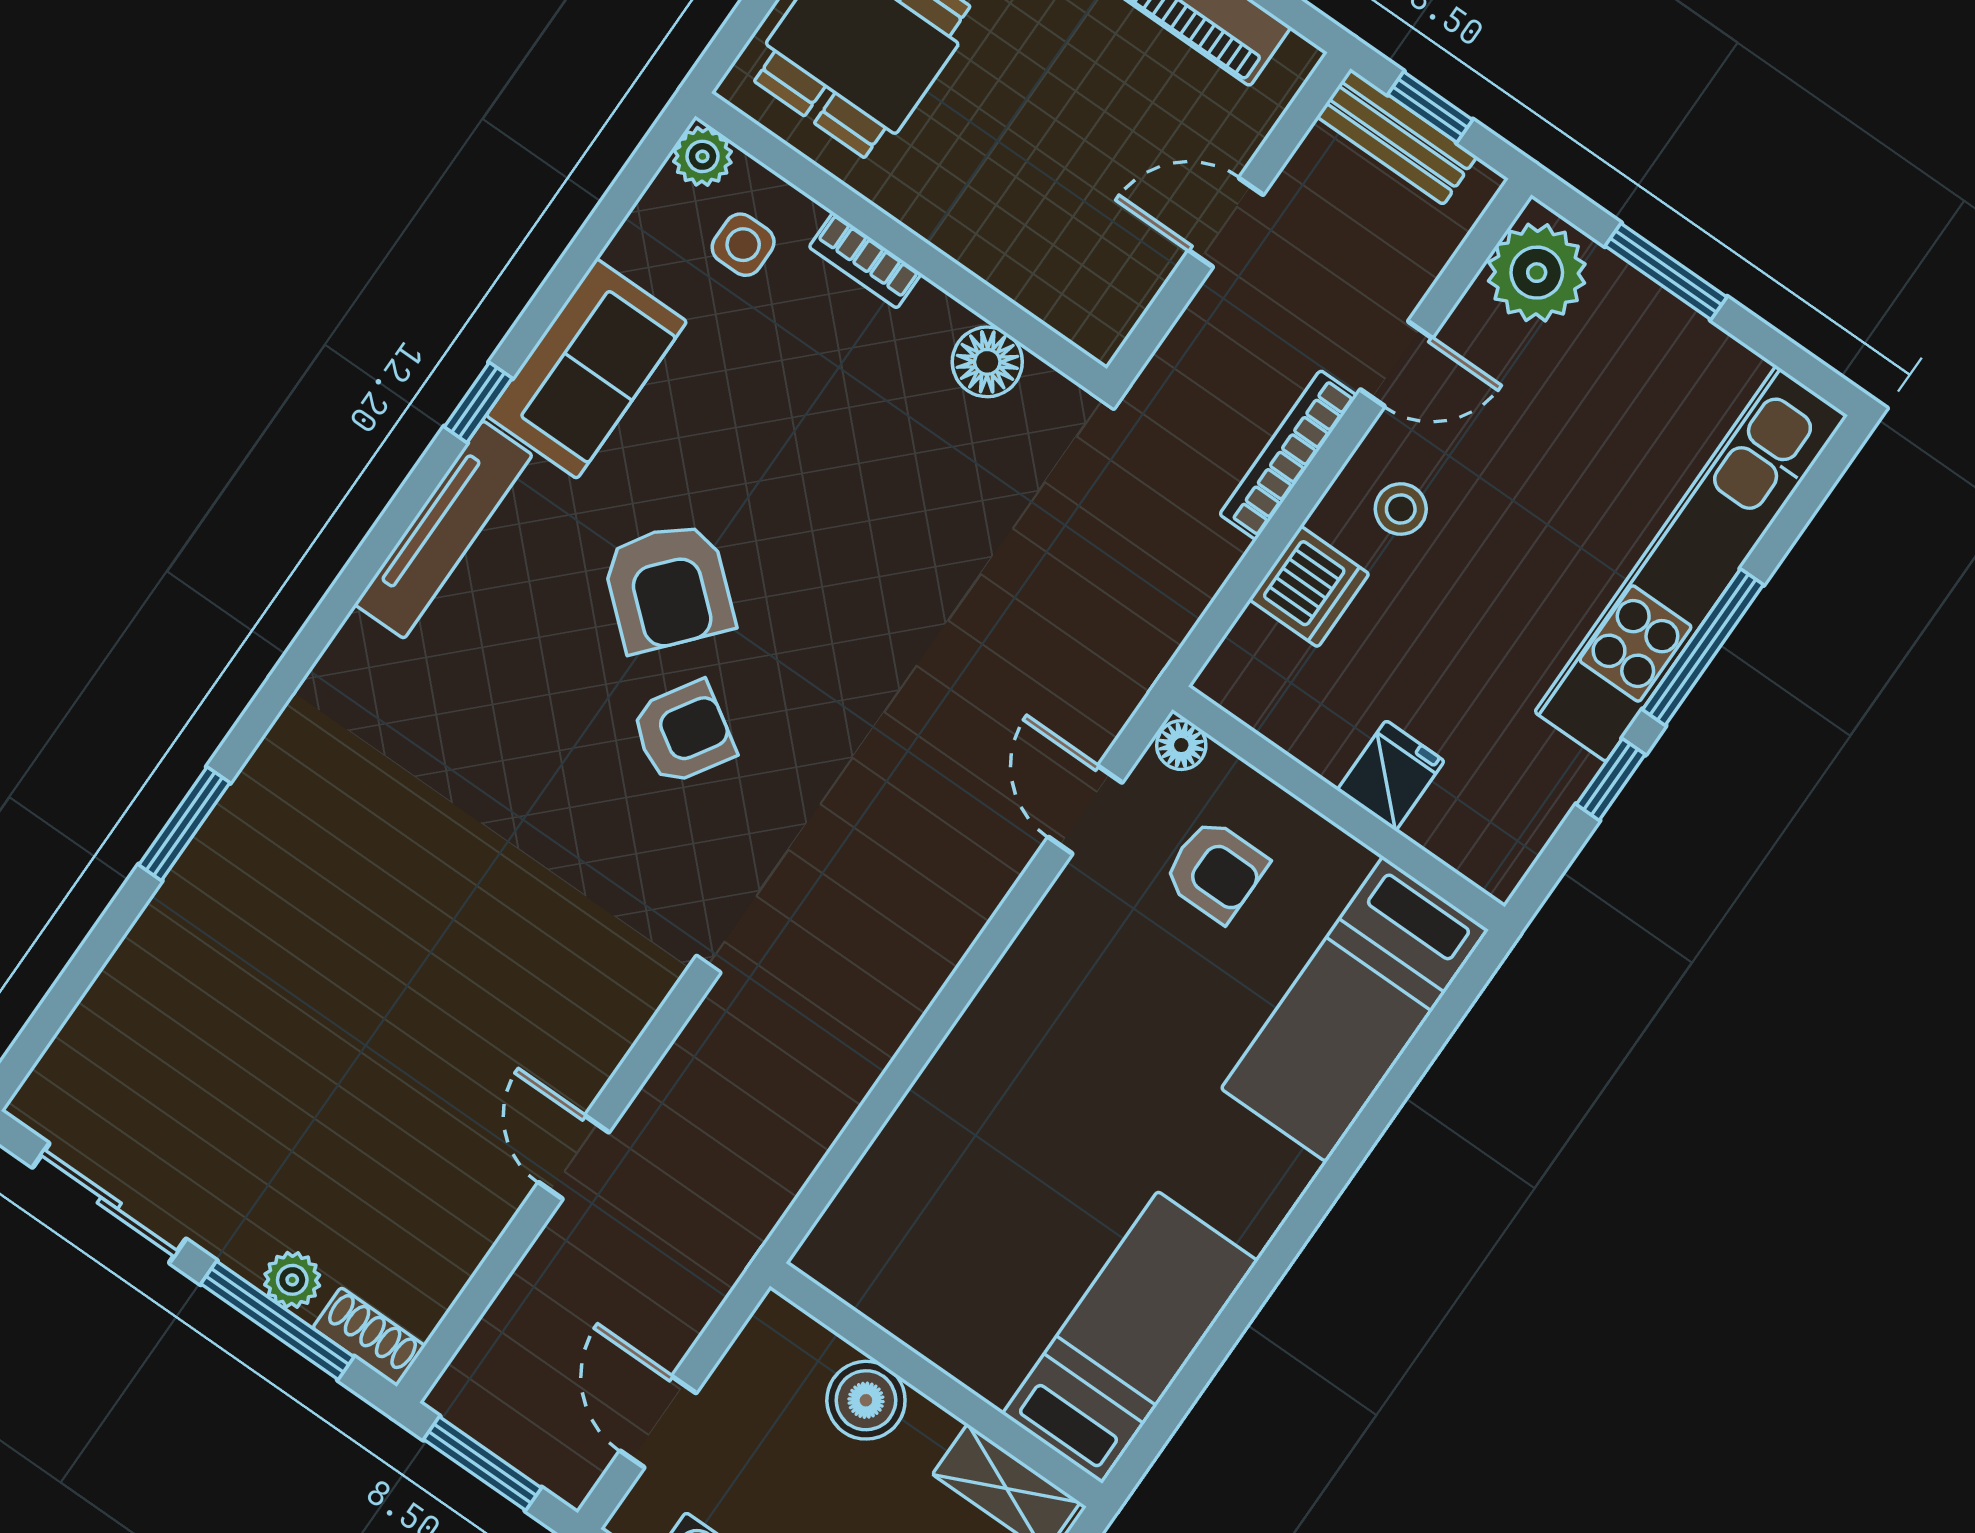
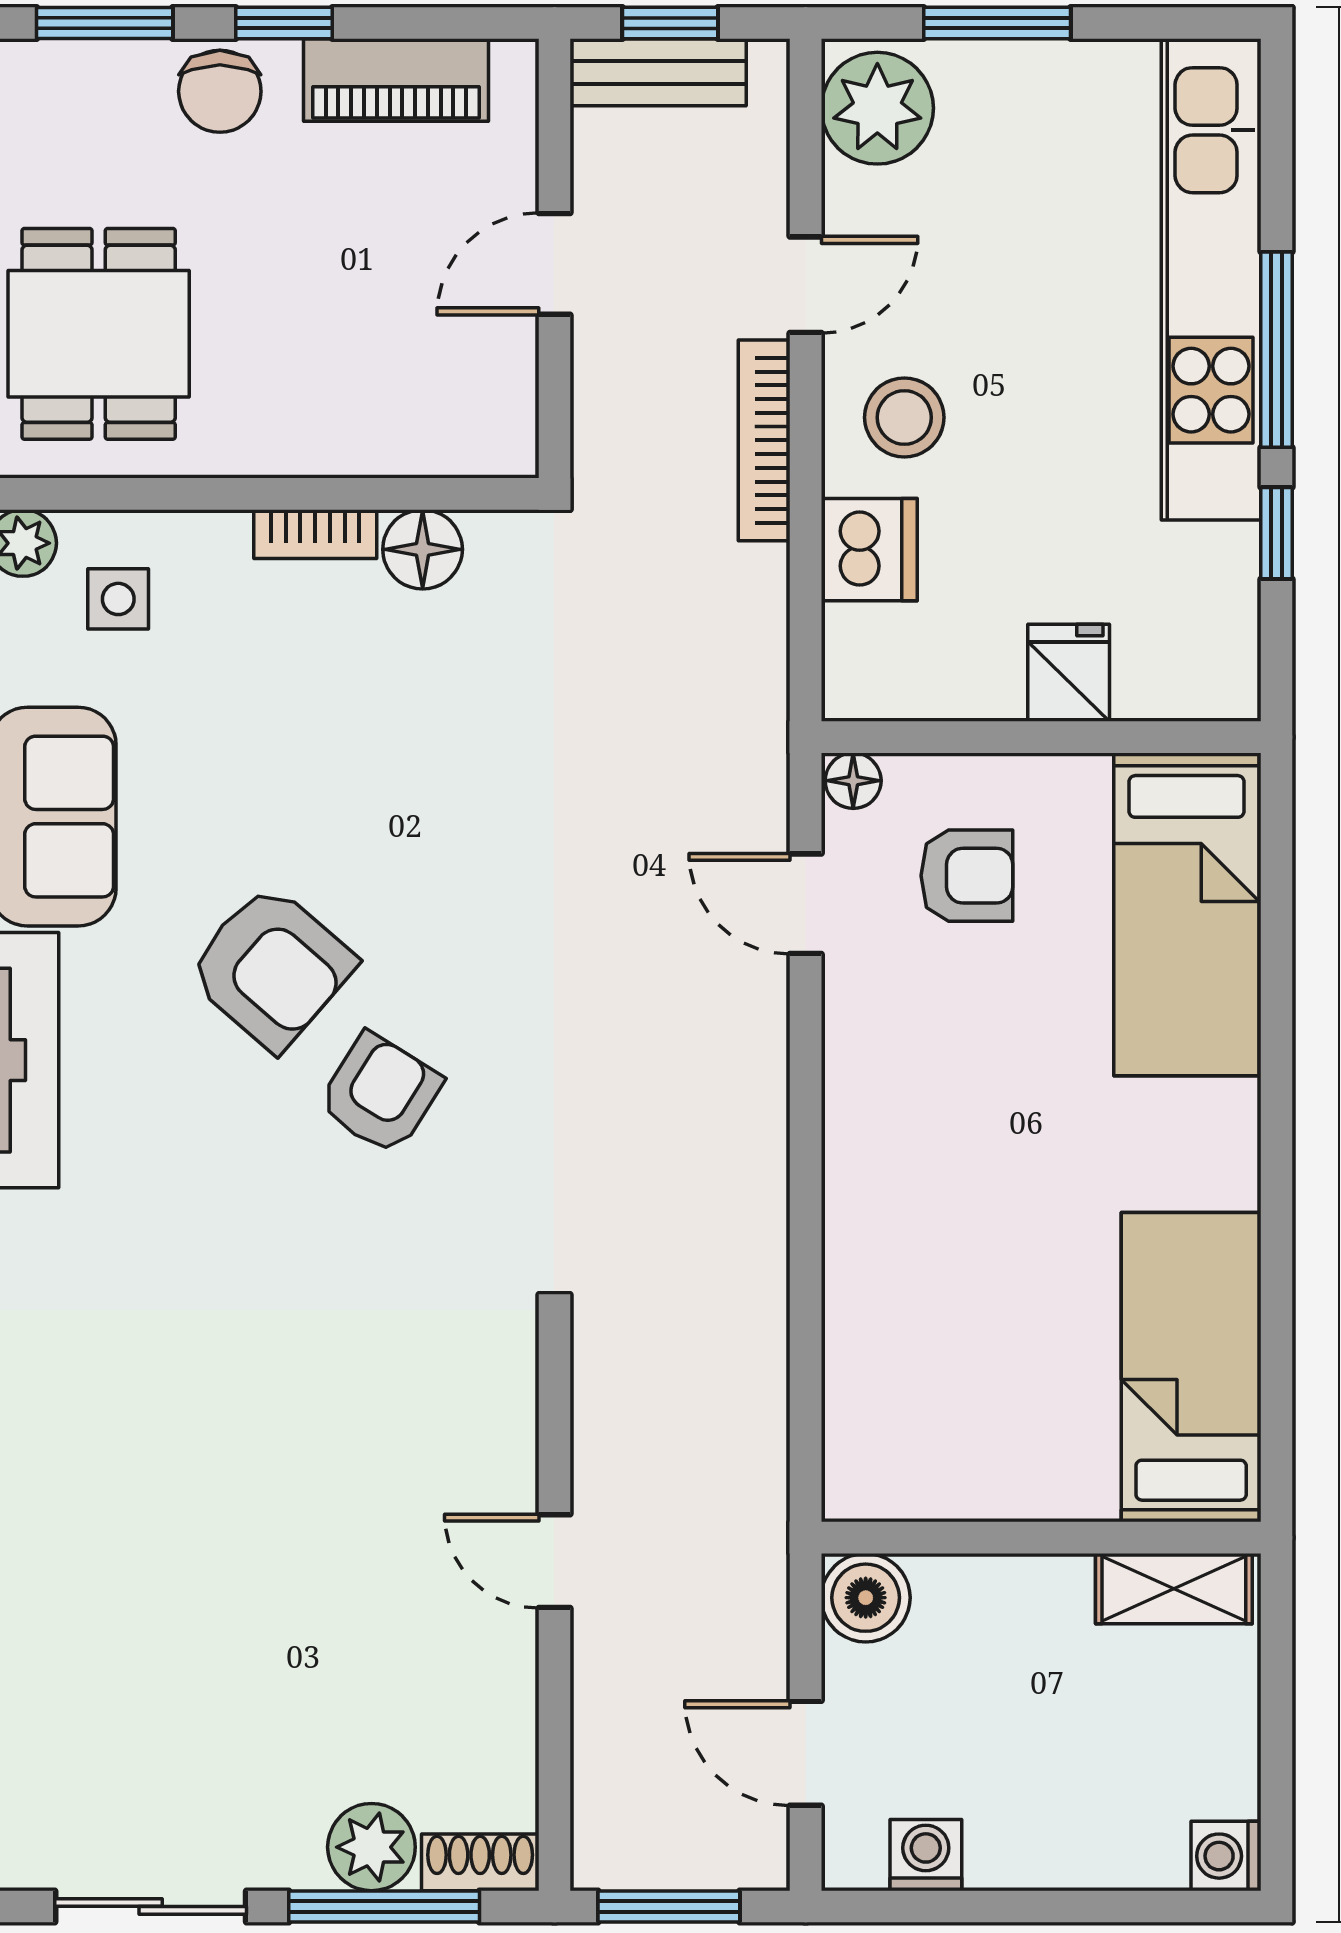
bookcase: (865, 260) -> (315, 534), moved
stool: (1401, 509) -> (904, 417), width x1.37, depth x1.37
plant: (292, 1280) -> (371, 1847), width x1.38, depth x1.38
boiler: (866, 1400) -> (866, 1598), moved

